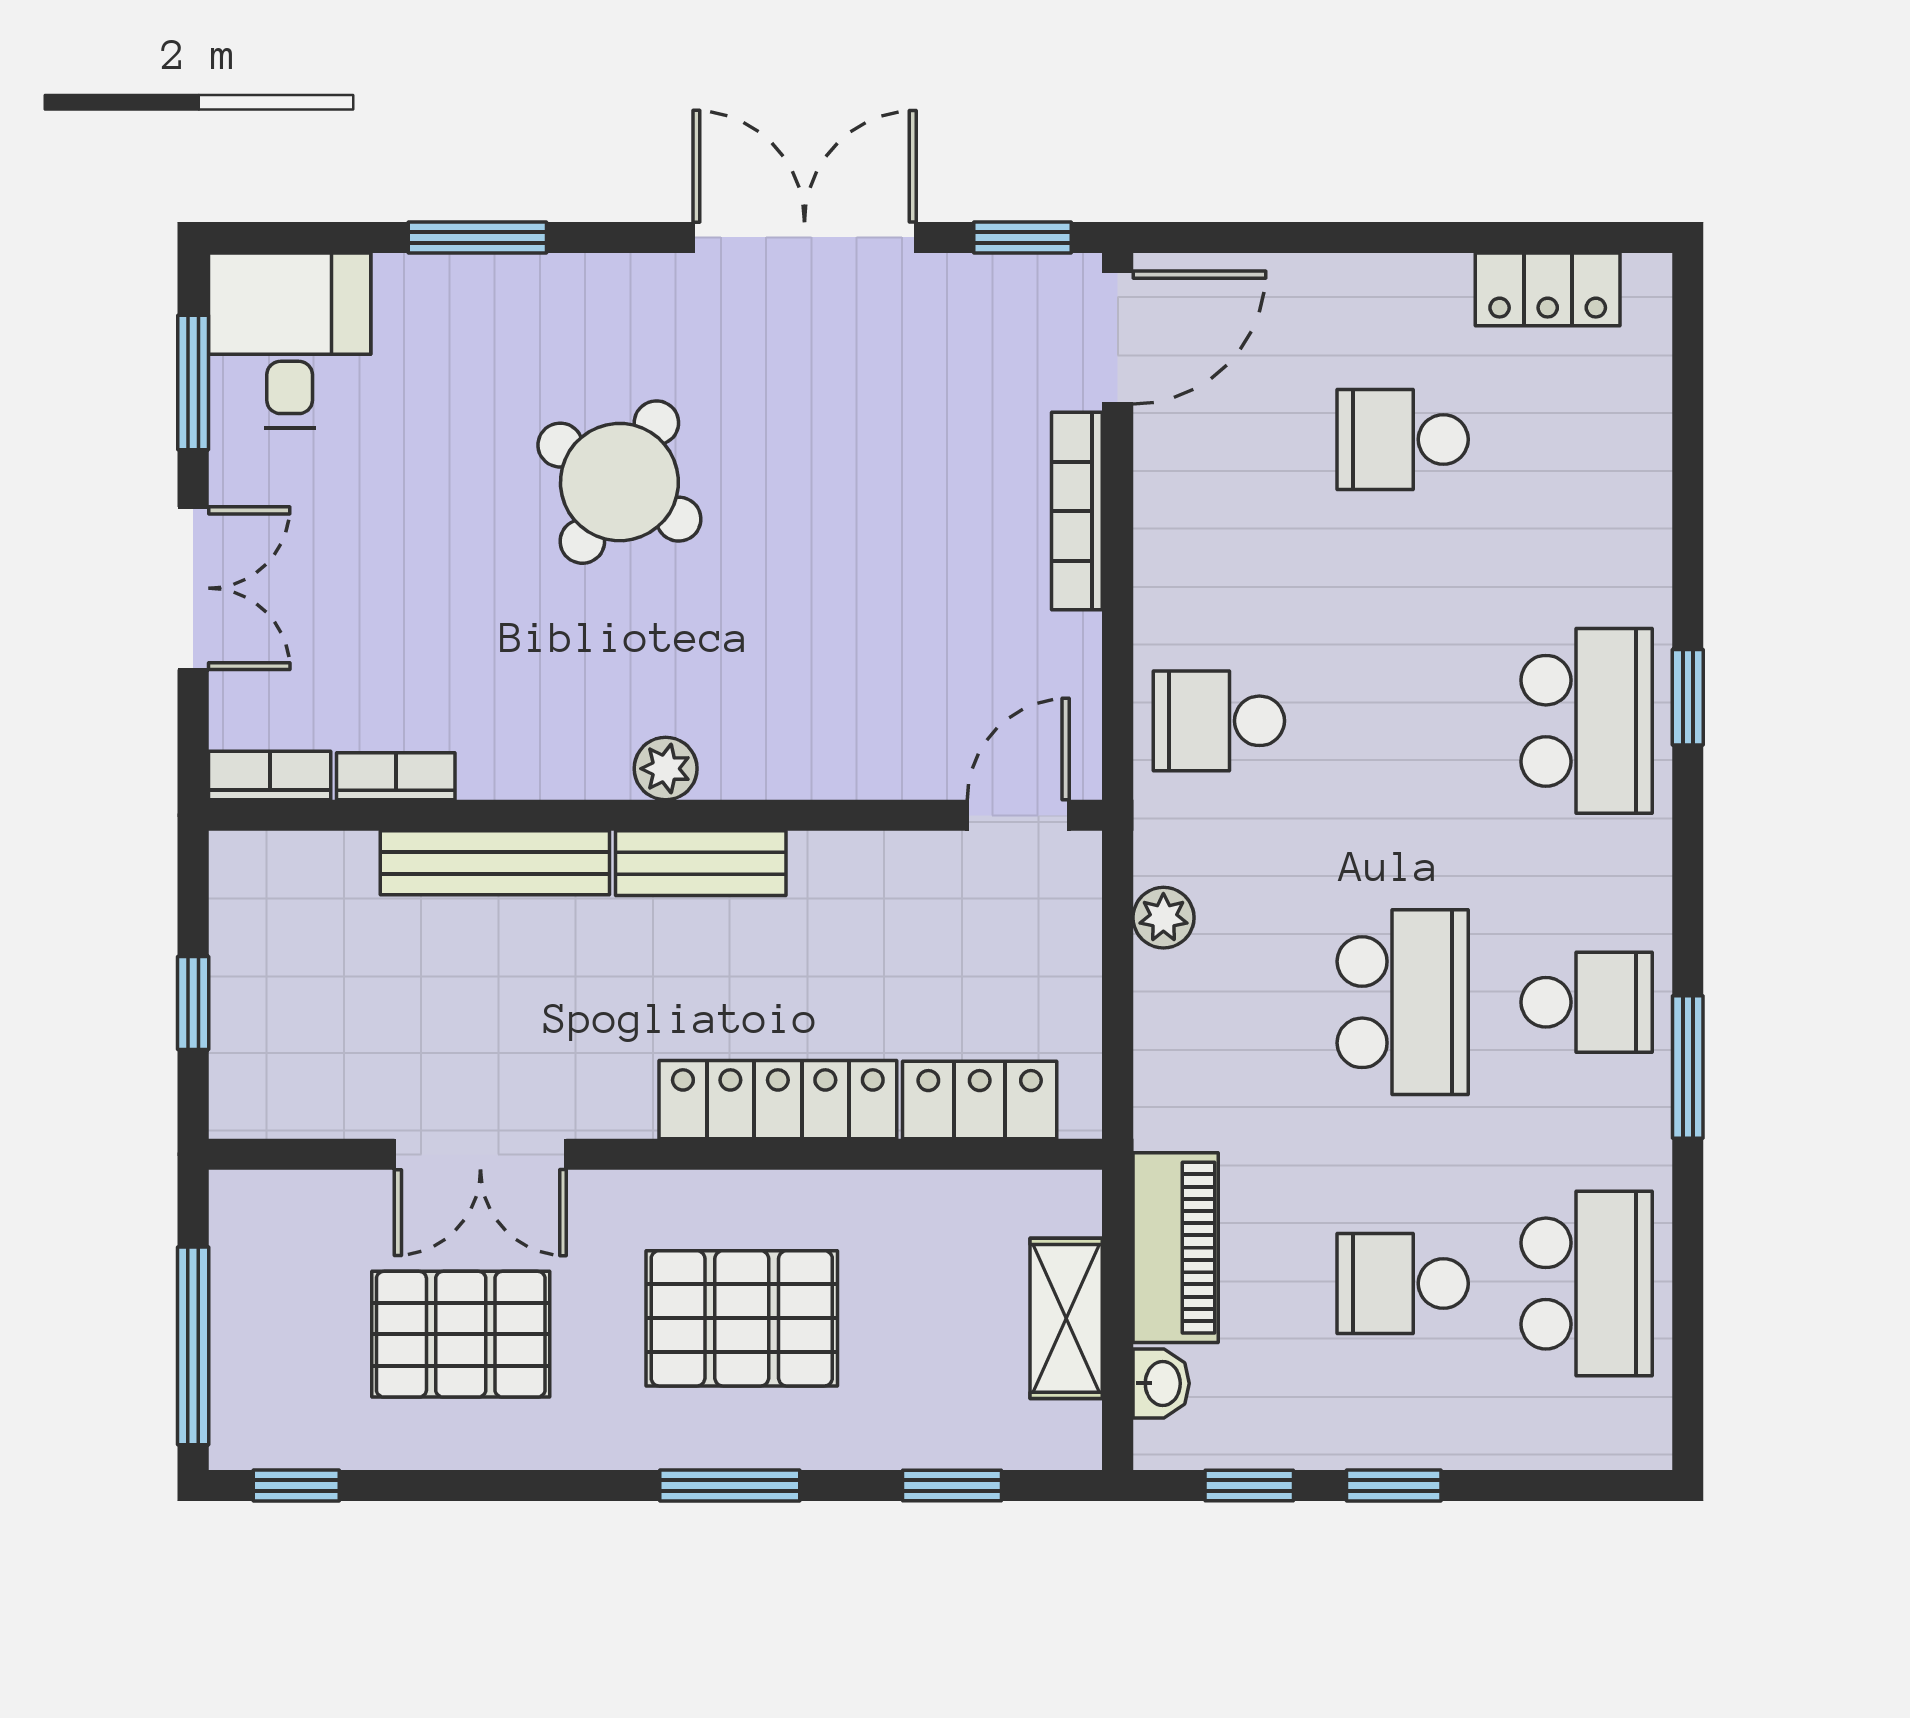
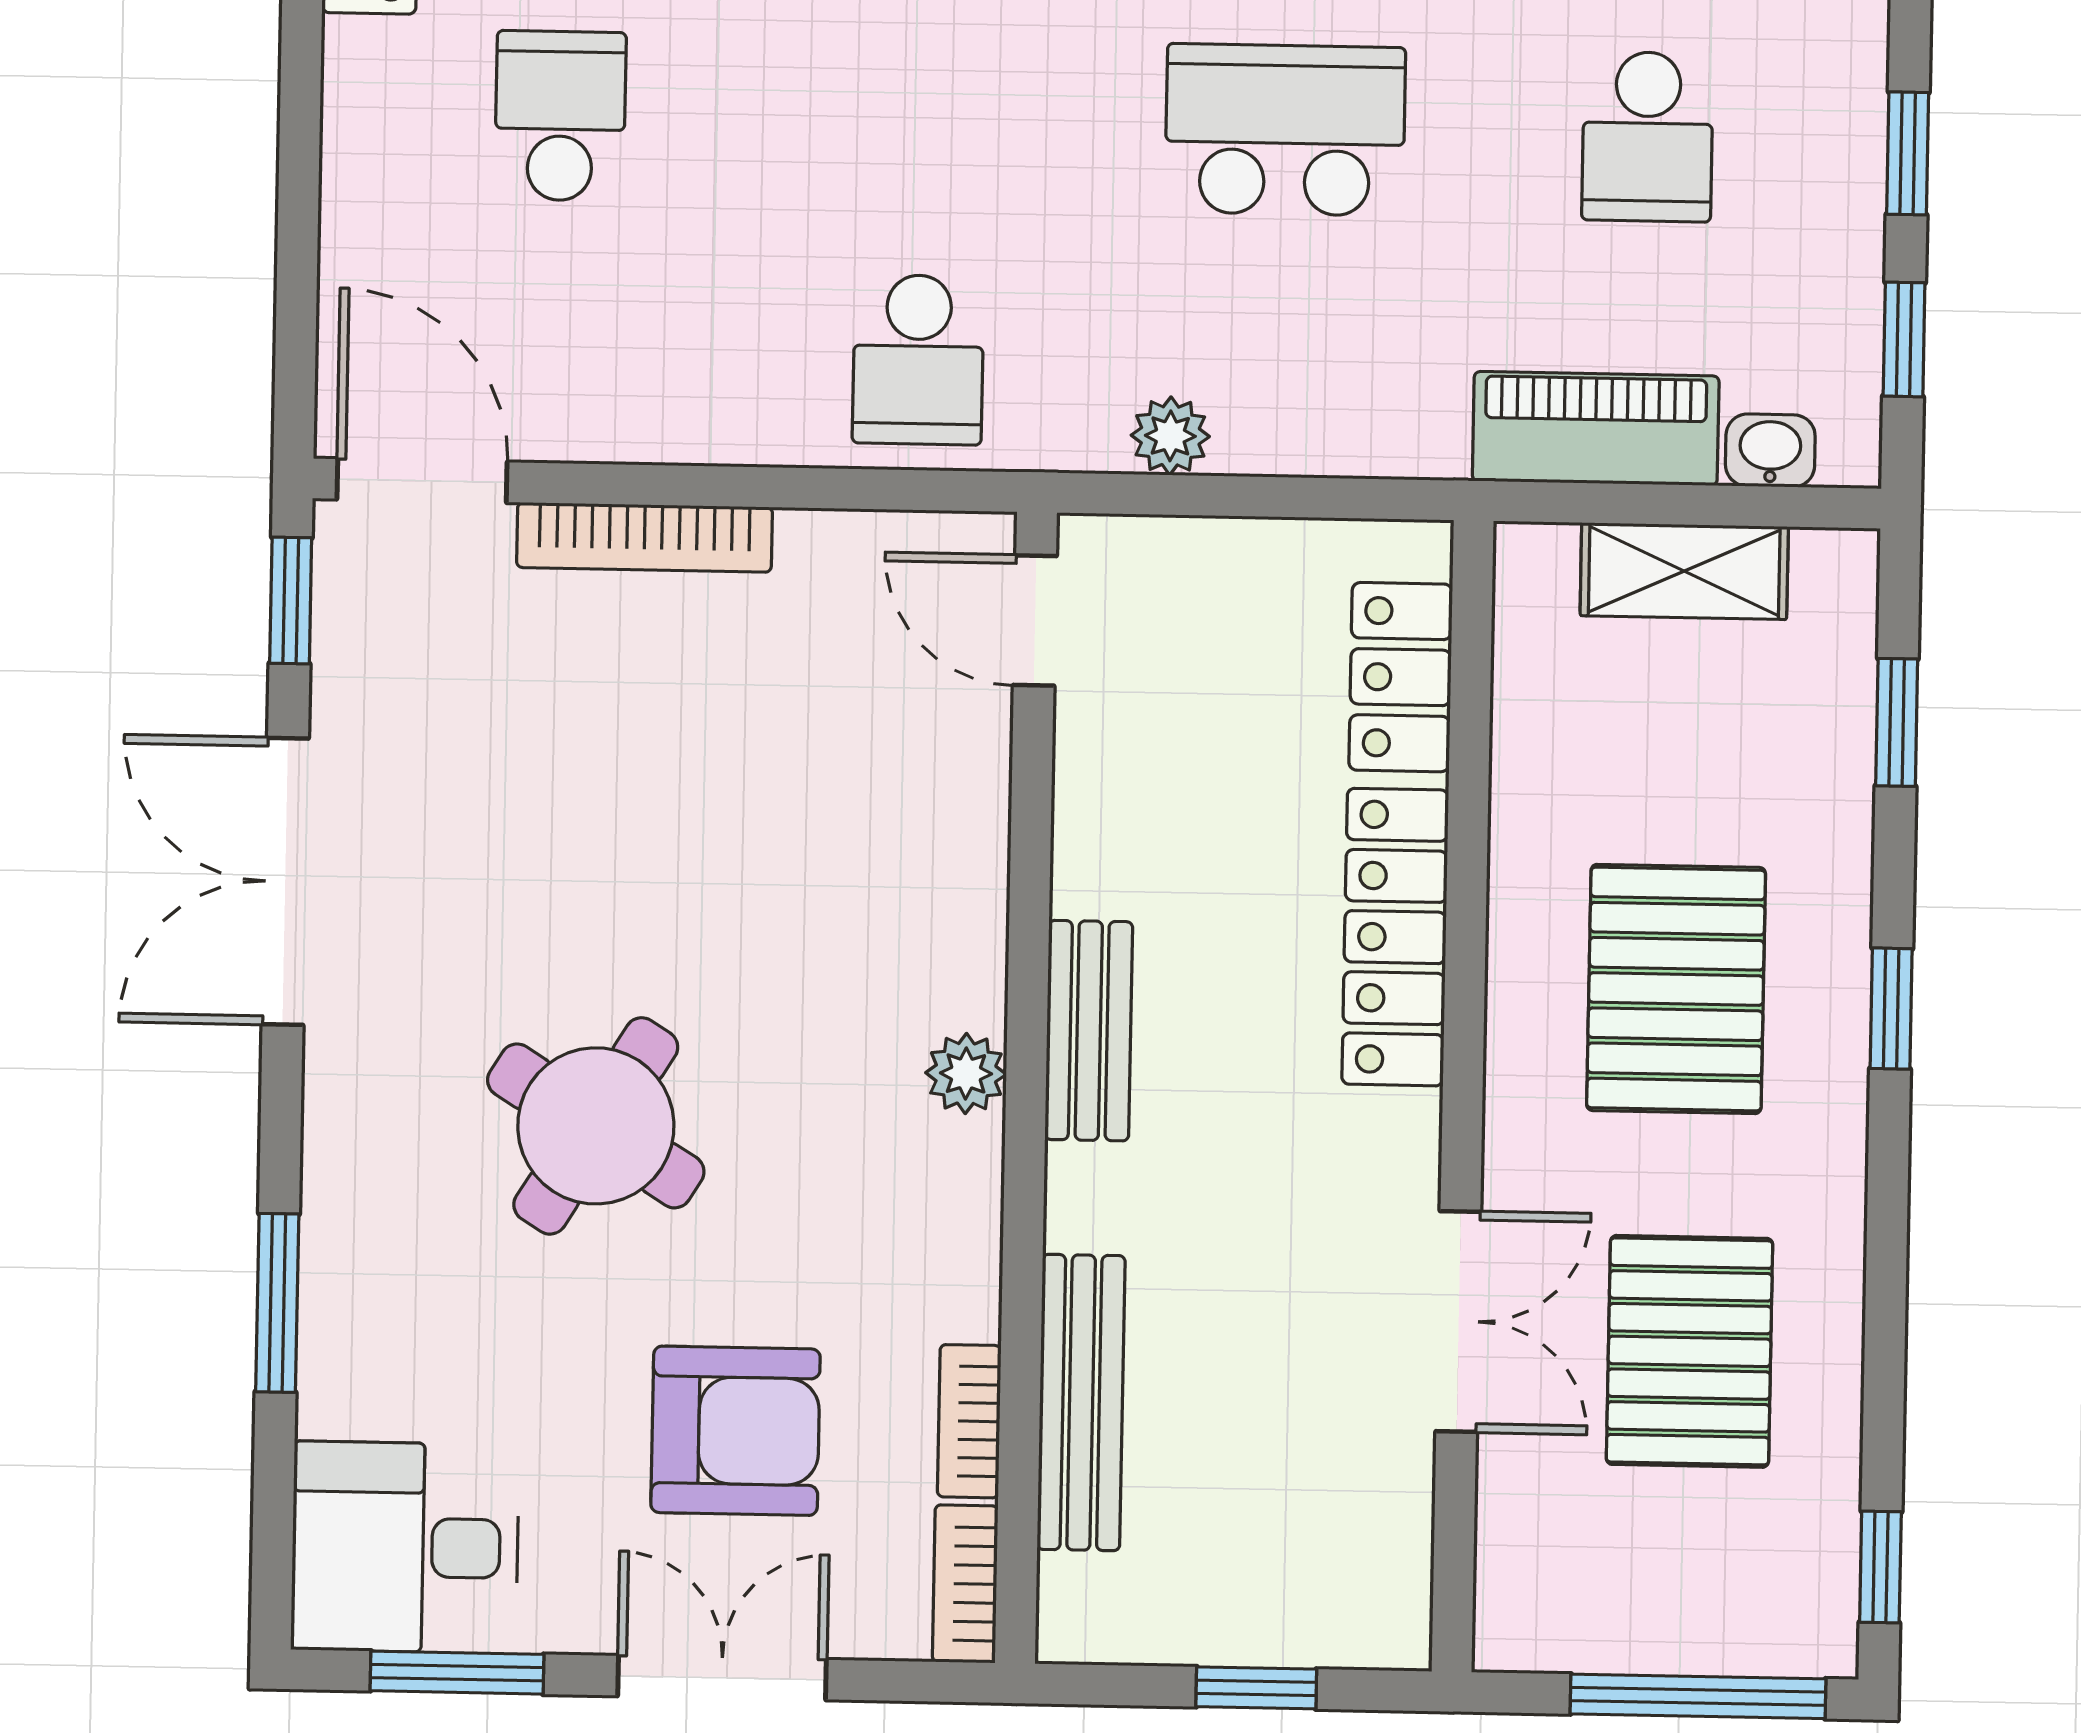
school desk: (1403, 439) -> (560, 116), turned 180
armchair: (385, 595) -> (736, 1431), added
bench: (495, 863) -> (1081, 1403), moved
window: (730, 1486) -> (1891, 1009), width x0.67

